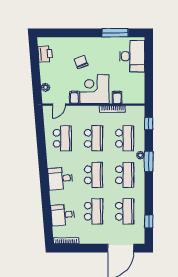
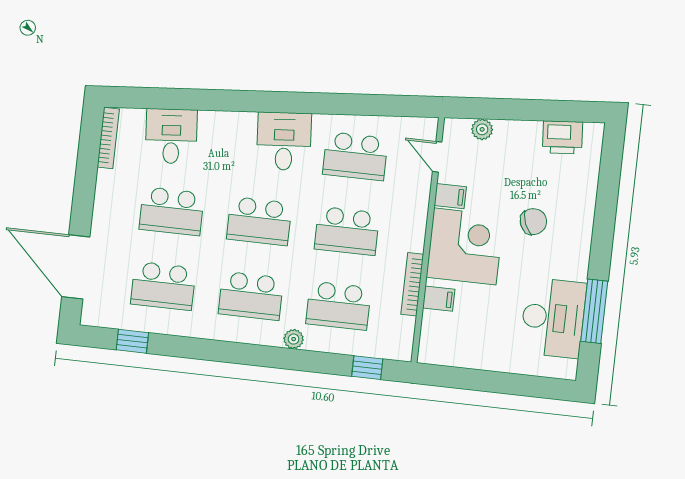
desk: (132, 56) -> (553, 318), moved, turned -90
window: (149, 161) -> (277, 357), removed
desk: (60, 179) -> (284, 141), moved

